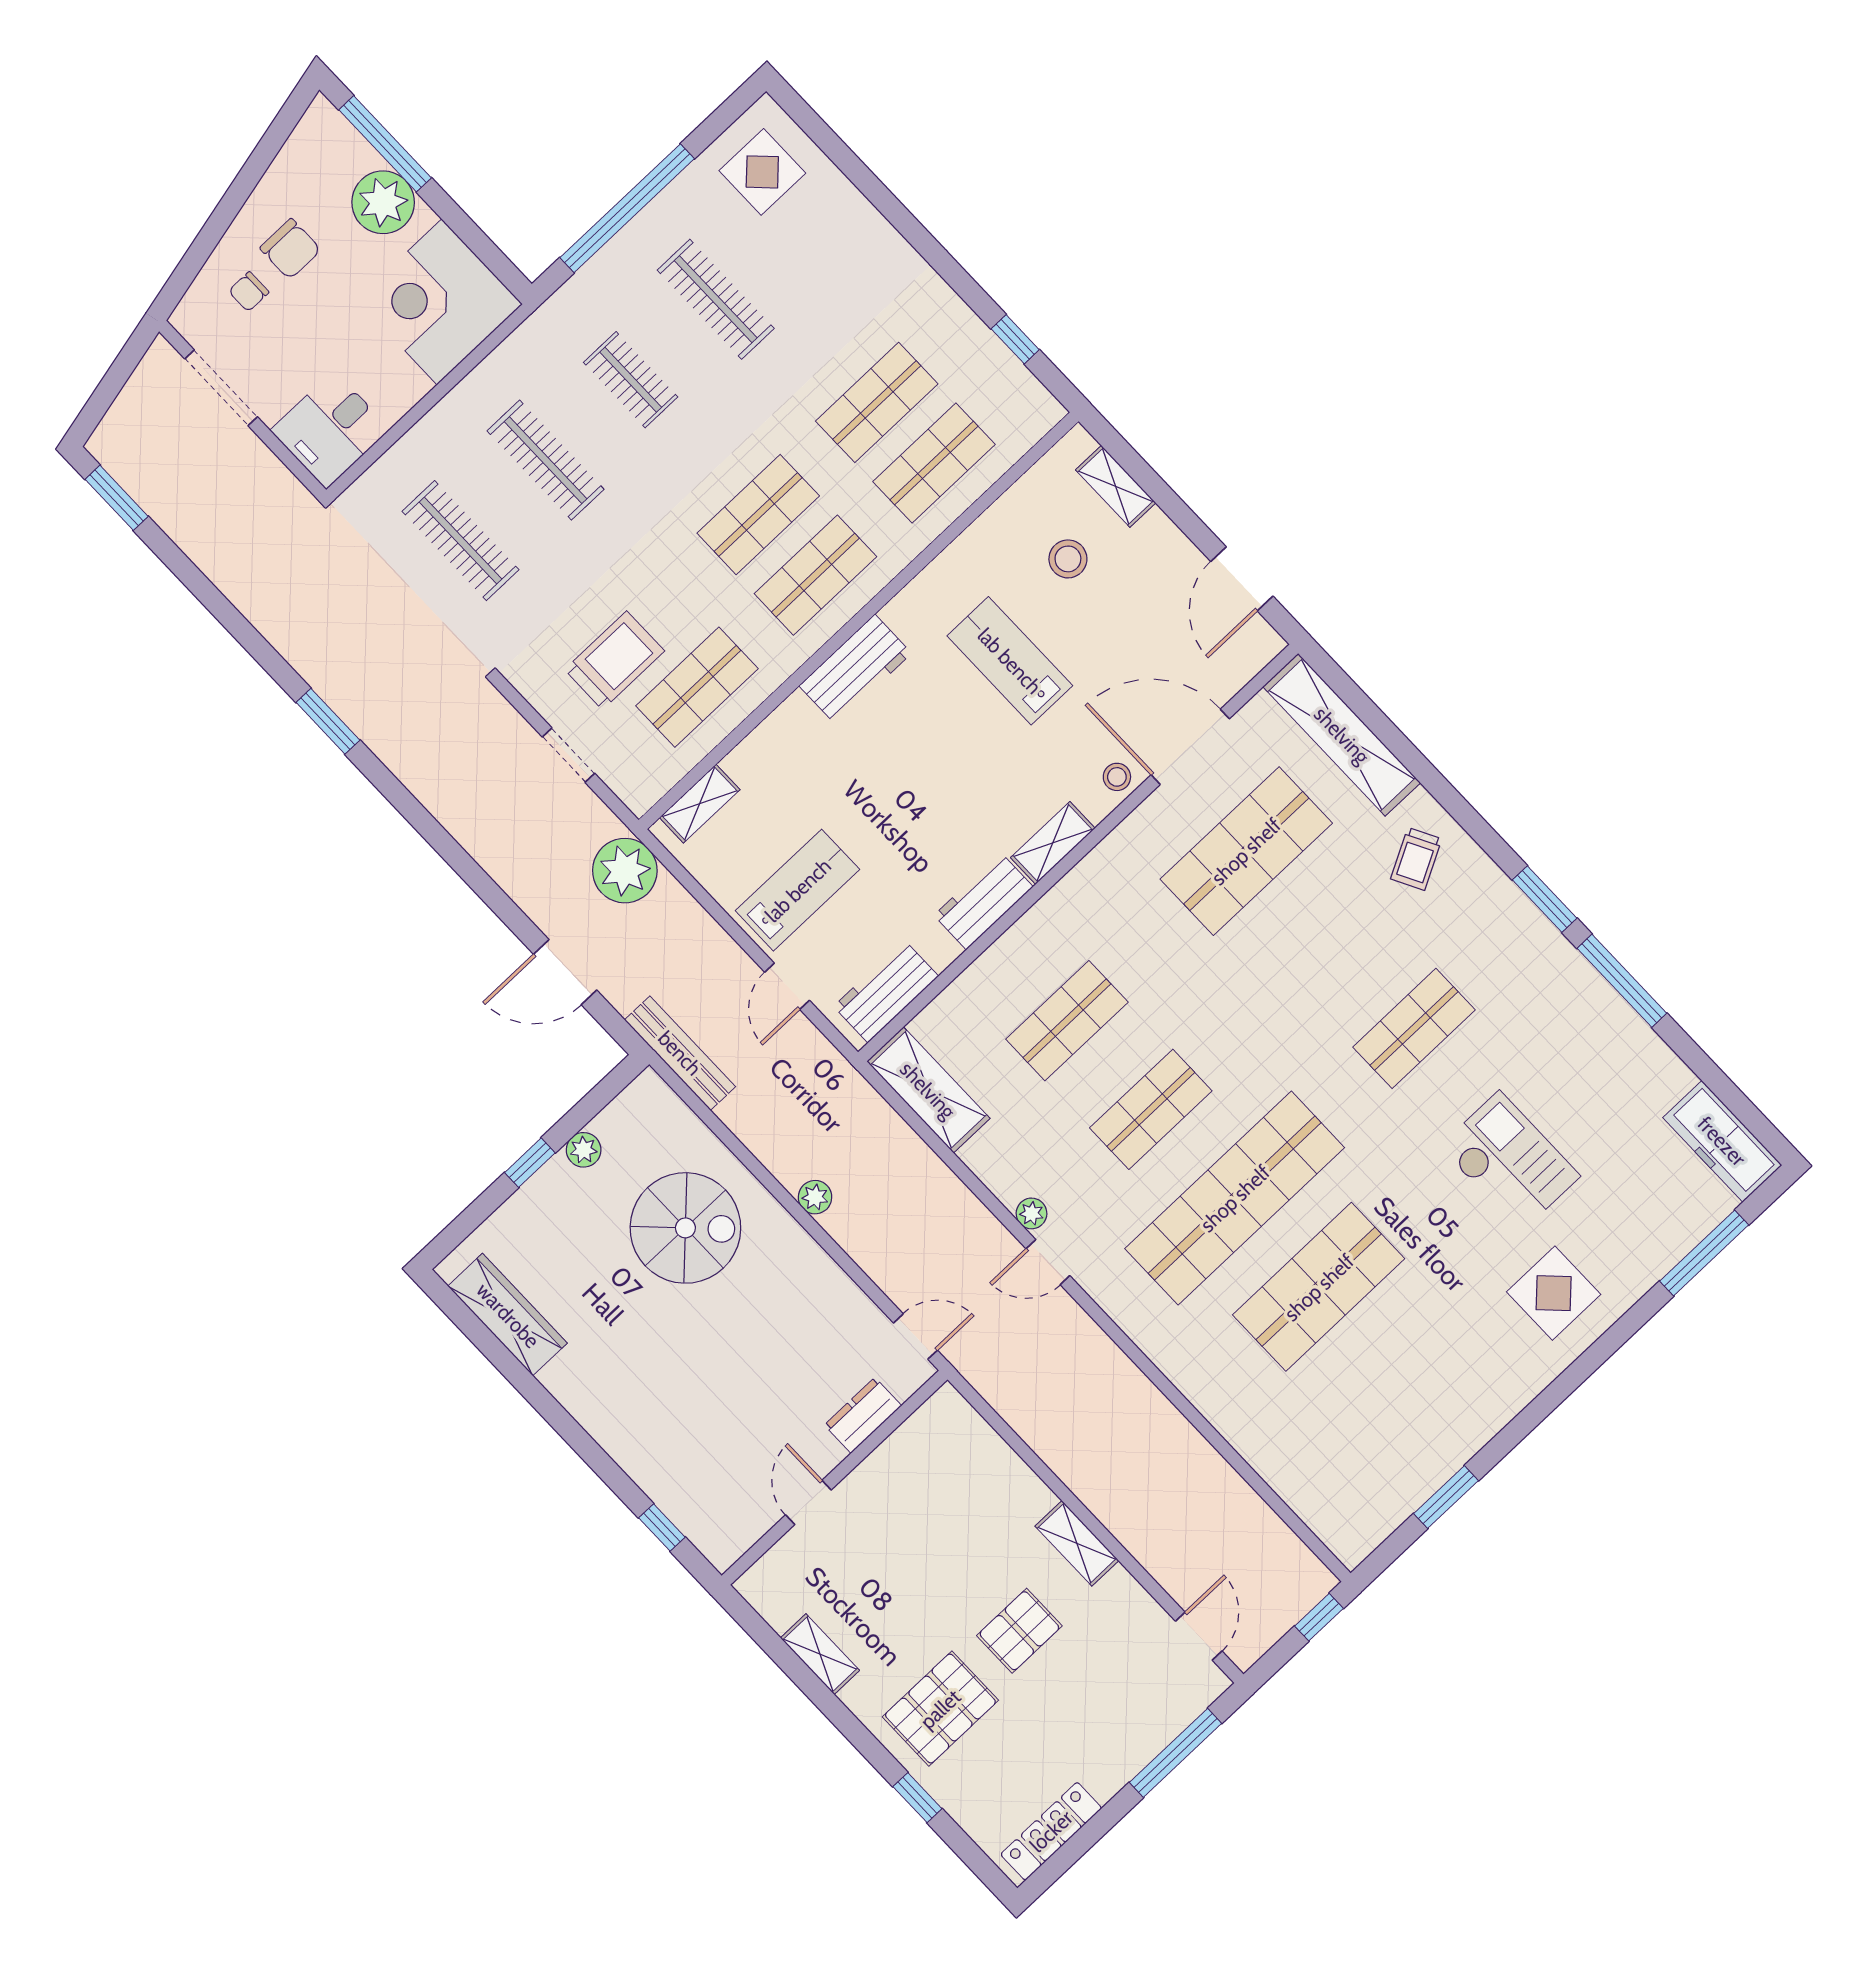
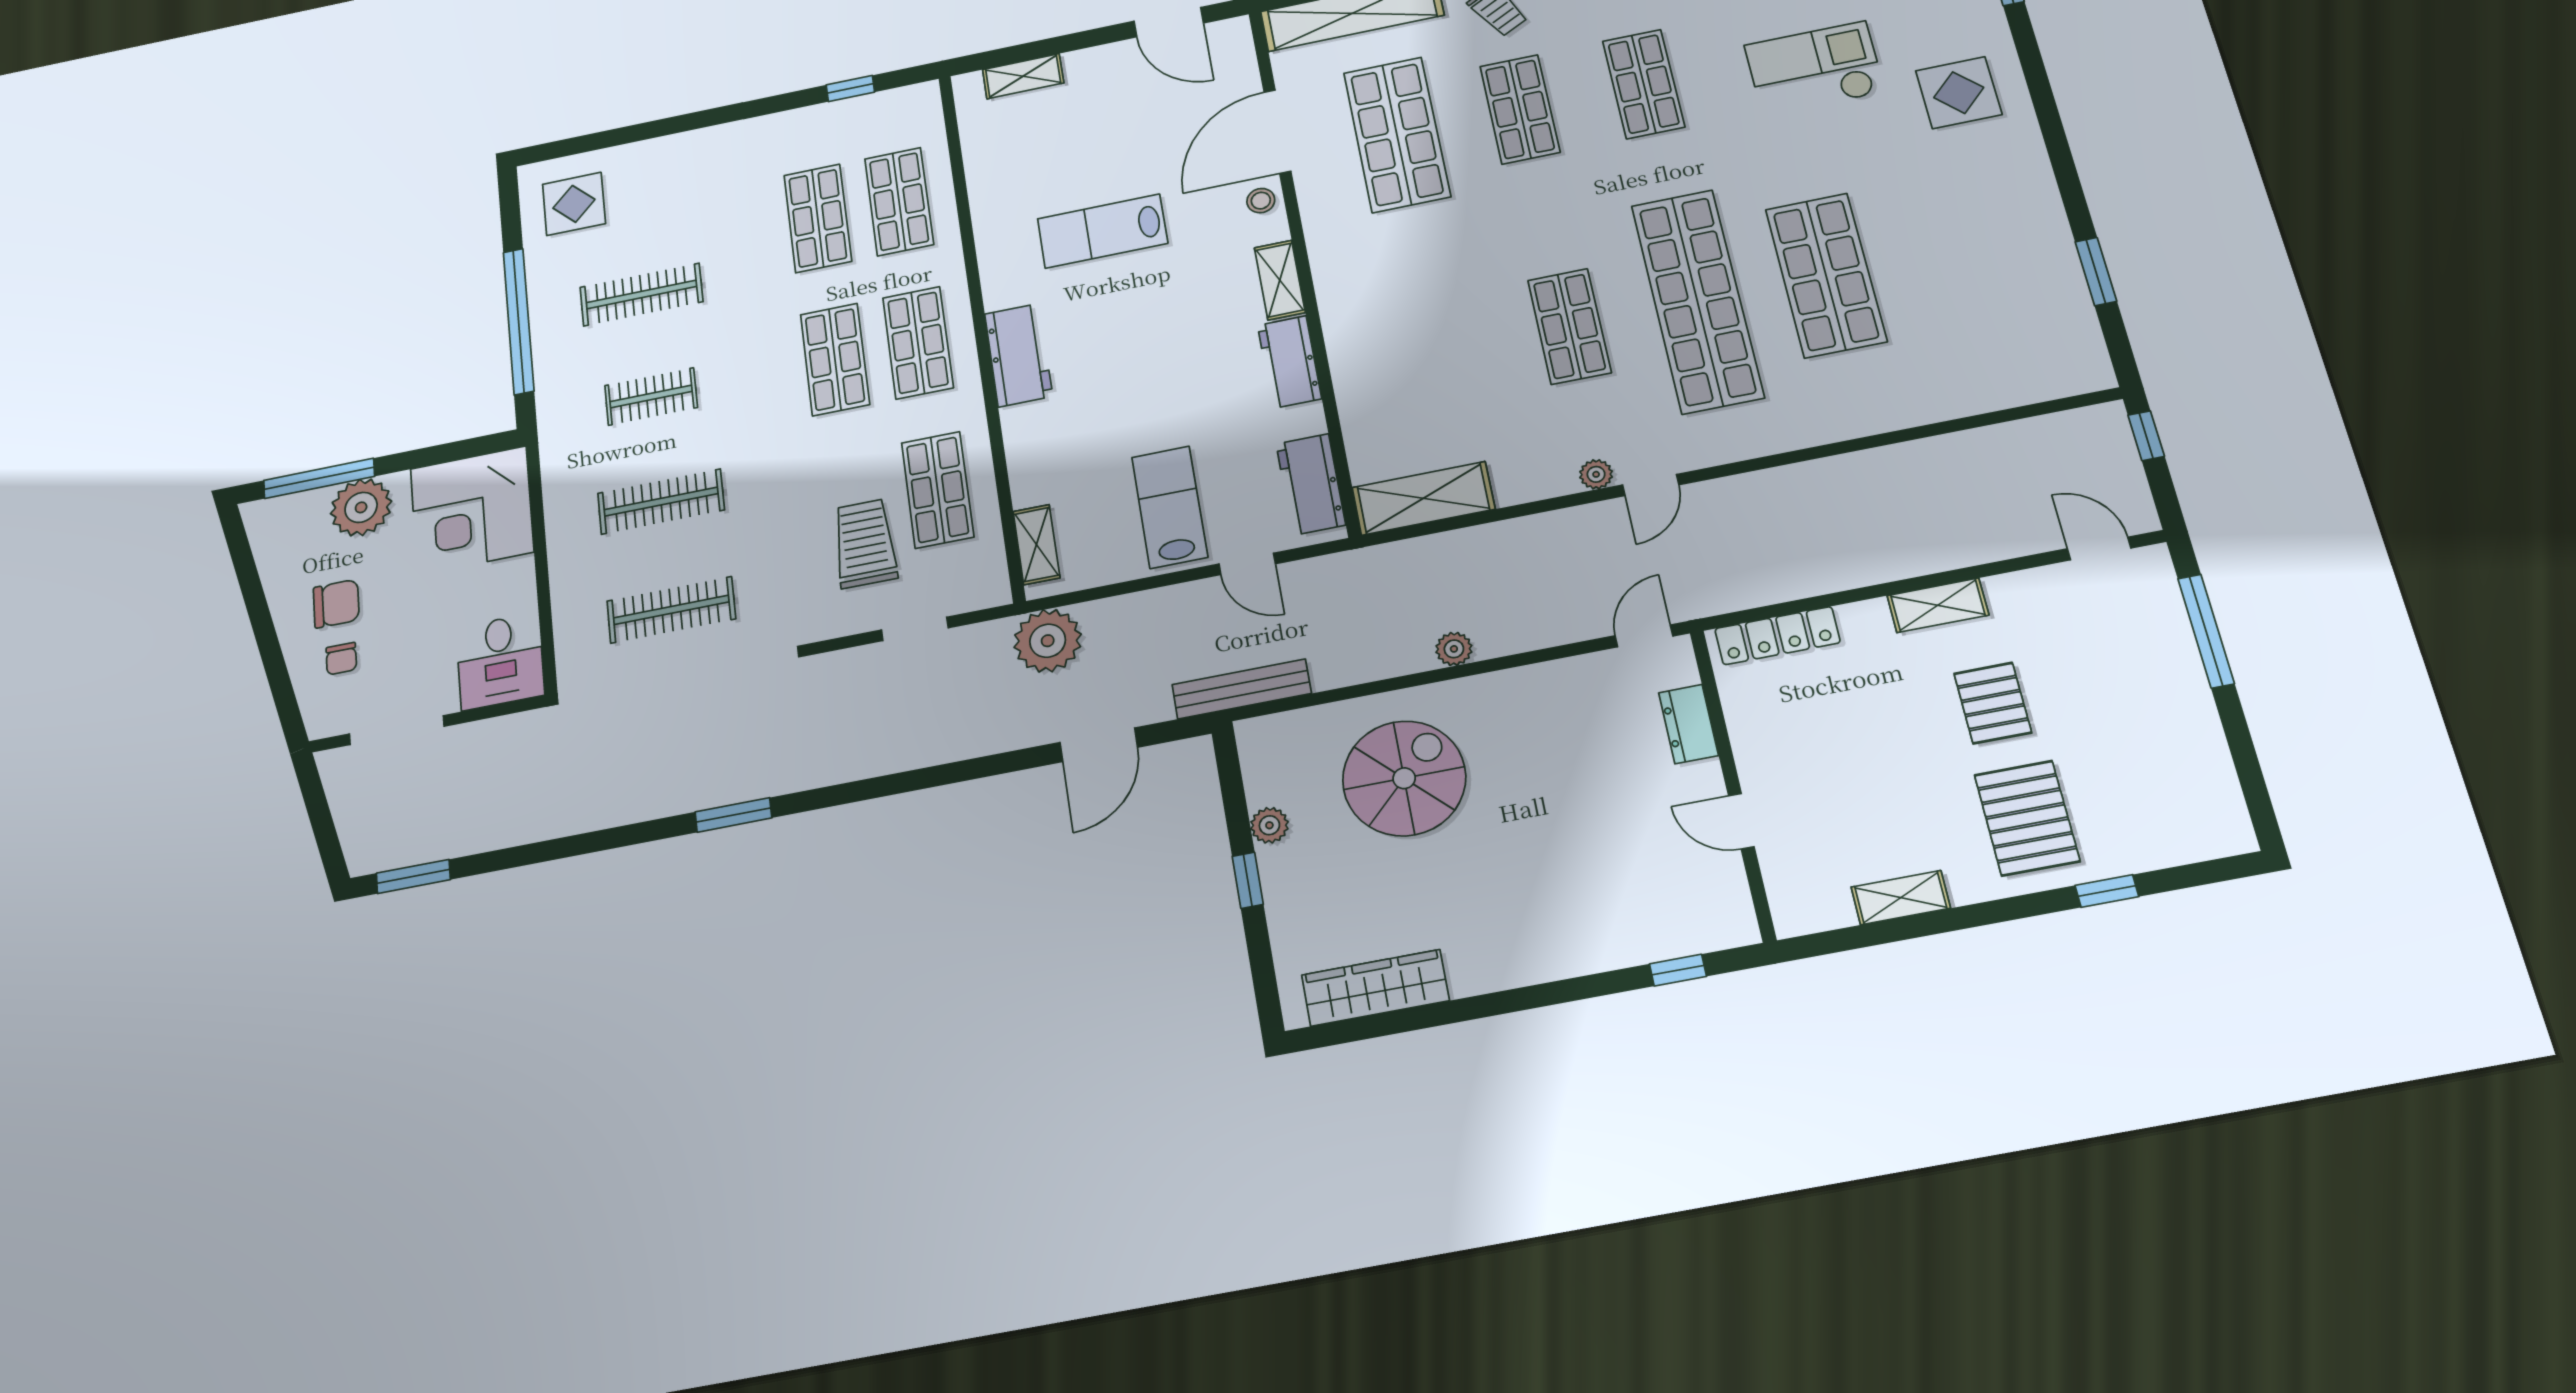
stool: (1068, 559) -> (1054, 142), removed
shop shelf: (1067, 1021) -> (1520, 109), moved
locker: (1051, 1831) -> (1777, 636), moved, turned -90

